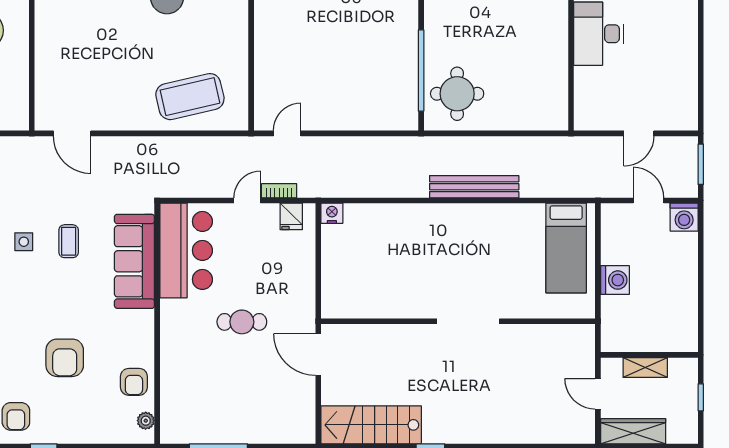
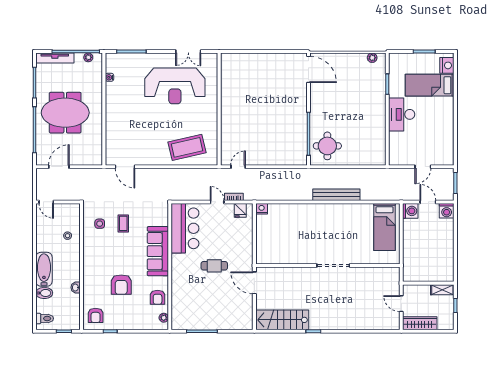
door: (247, 200) -> (217, 202), hinge flipped
sofa: (134, 261) -> (158, 251), moved
washing machine: (615, 280) -> (410, 211), moved
shelving: (645, 367) -> (442, 290), moved

